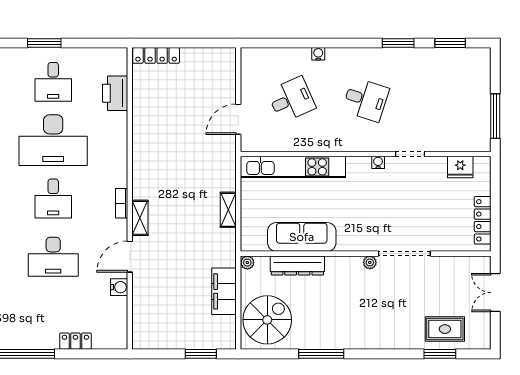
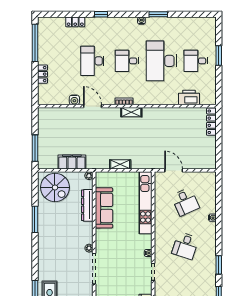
shelving: (140, 218) -> (131, 112), moved
window: (201, 354) -> (35, 148), width x1.44

